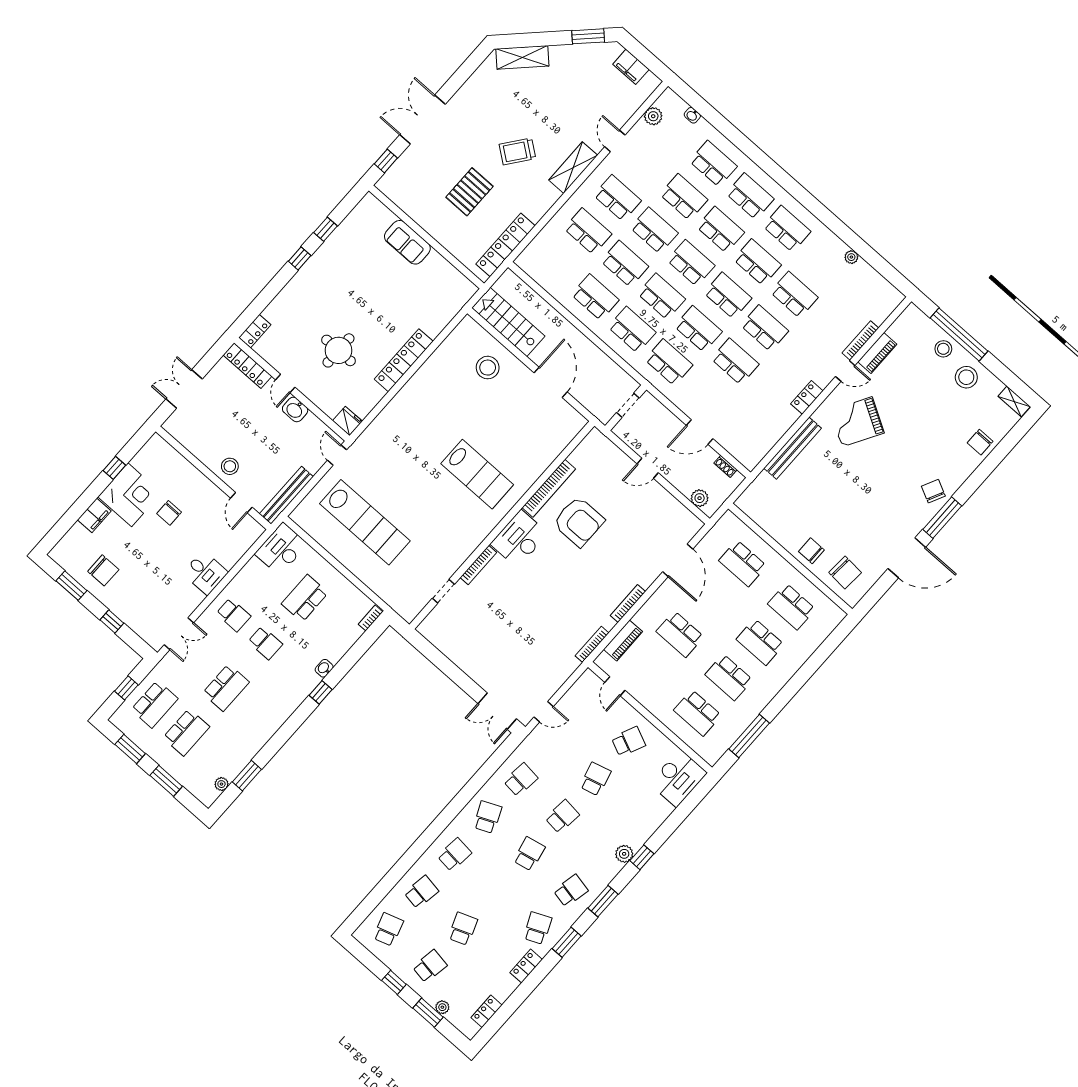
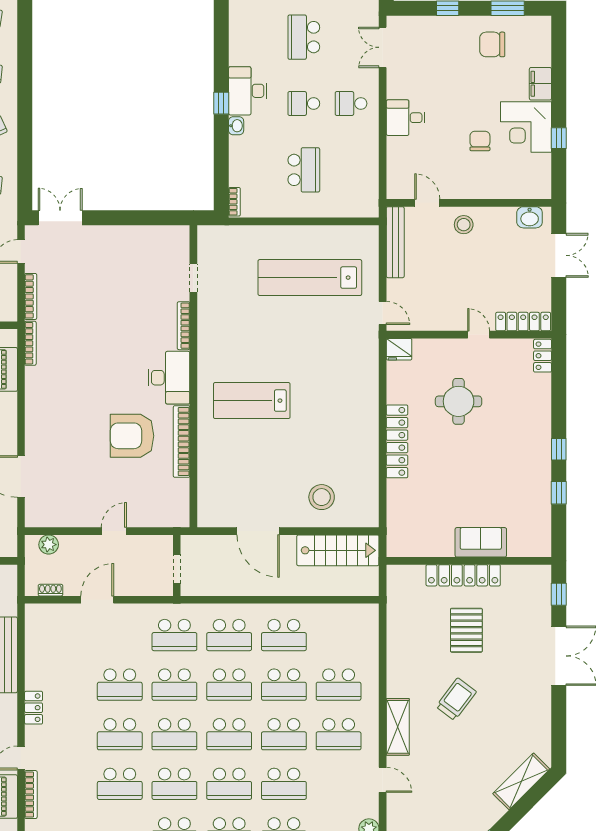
locker: (506, 245) -> (463, 575), moved, turned 90
washbasin: (295, 409) -> (530, 217), moved, turned 180
desk: (281, 549) -> (248, 91), moved, turned 180
bookcase: (628, 604) -> (31, 296), moved

